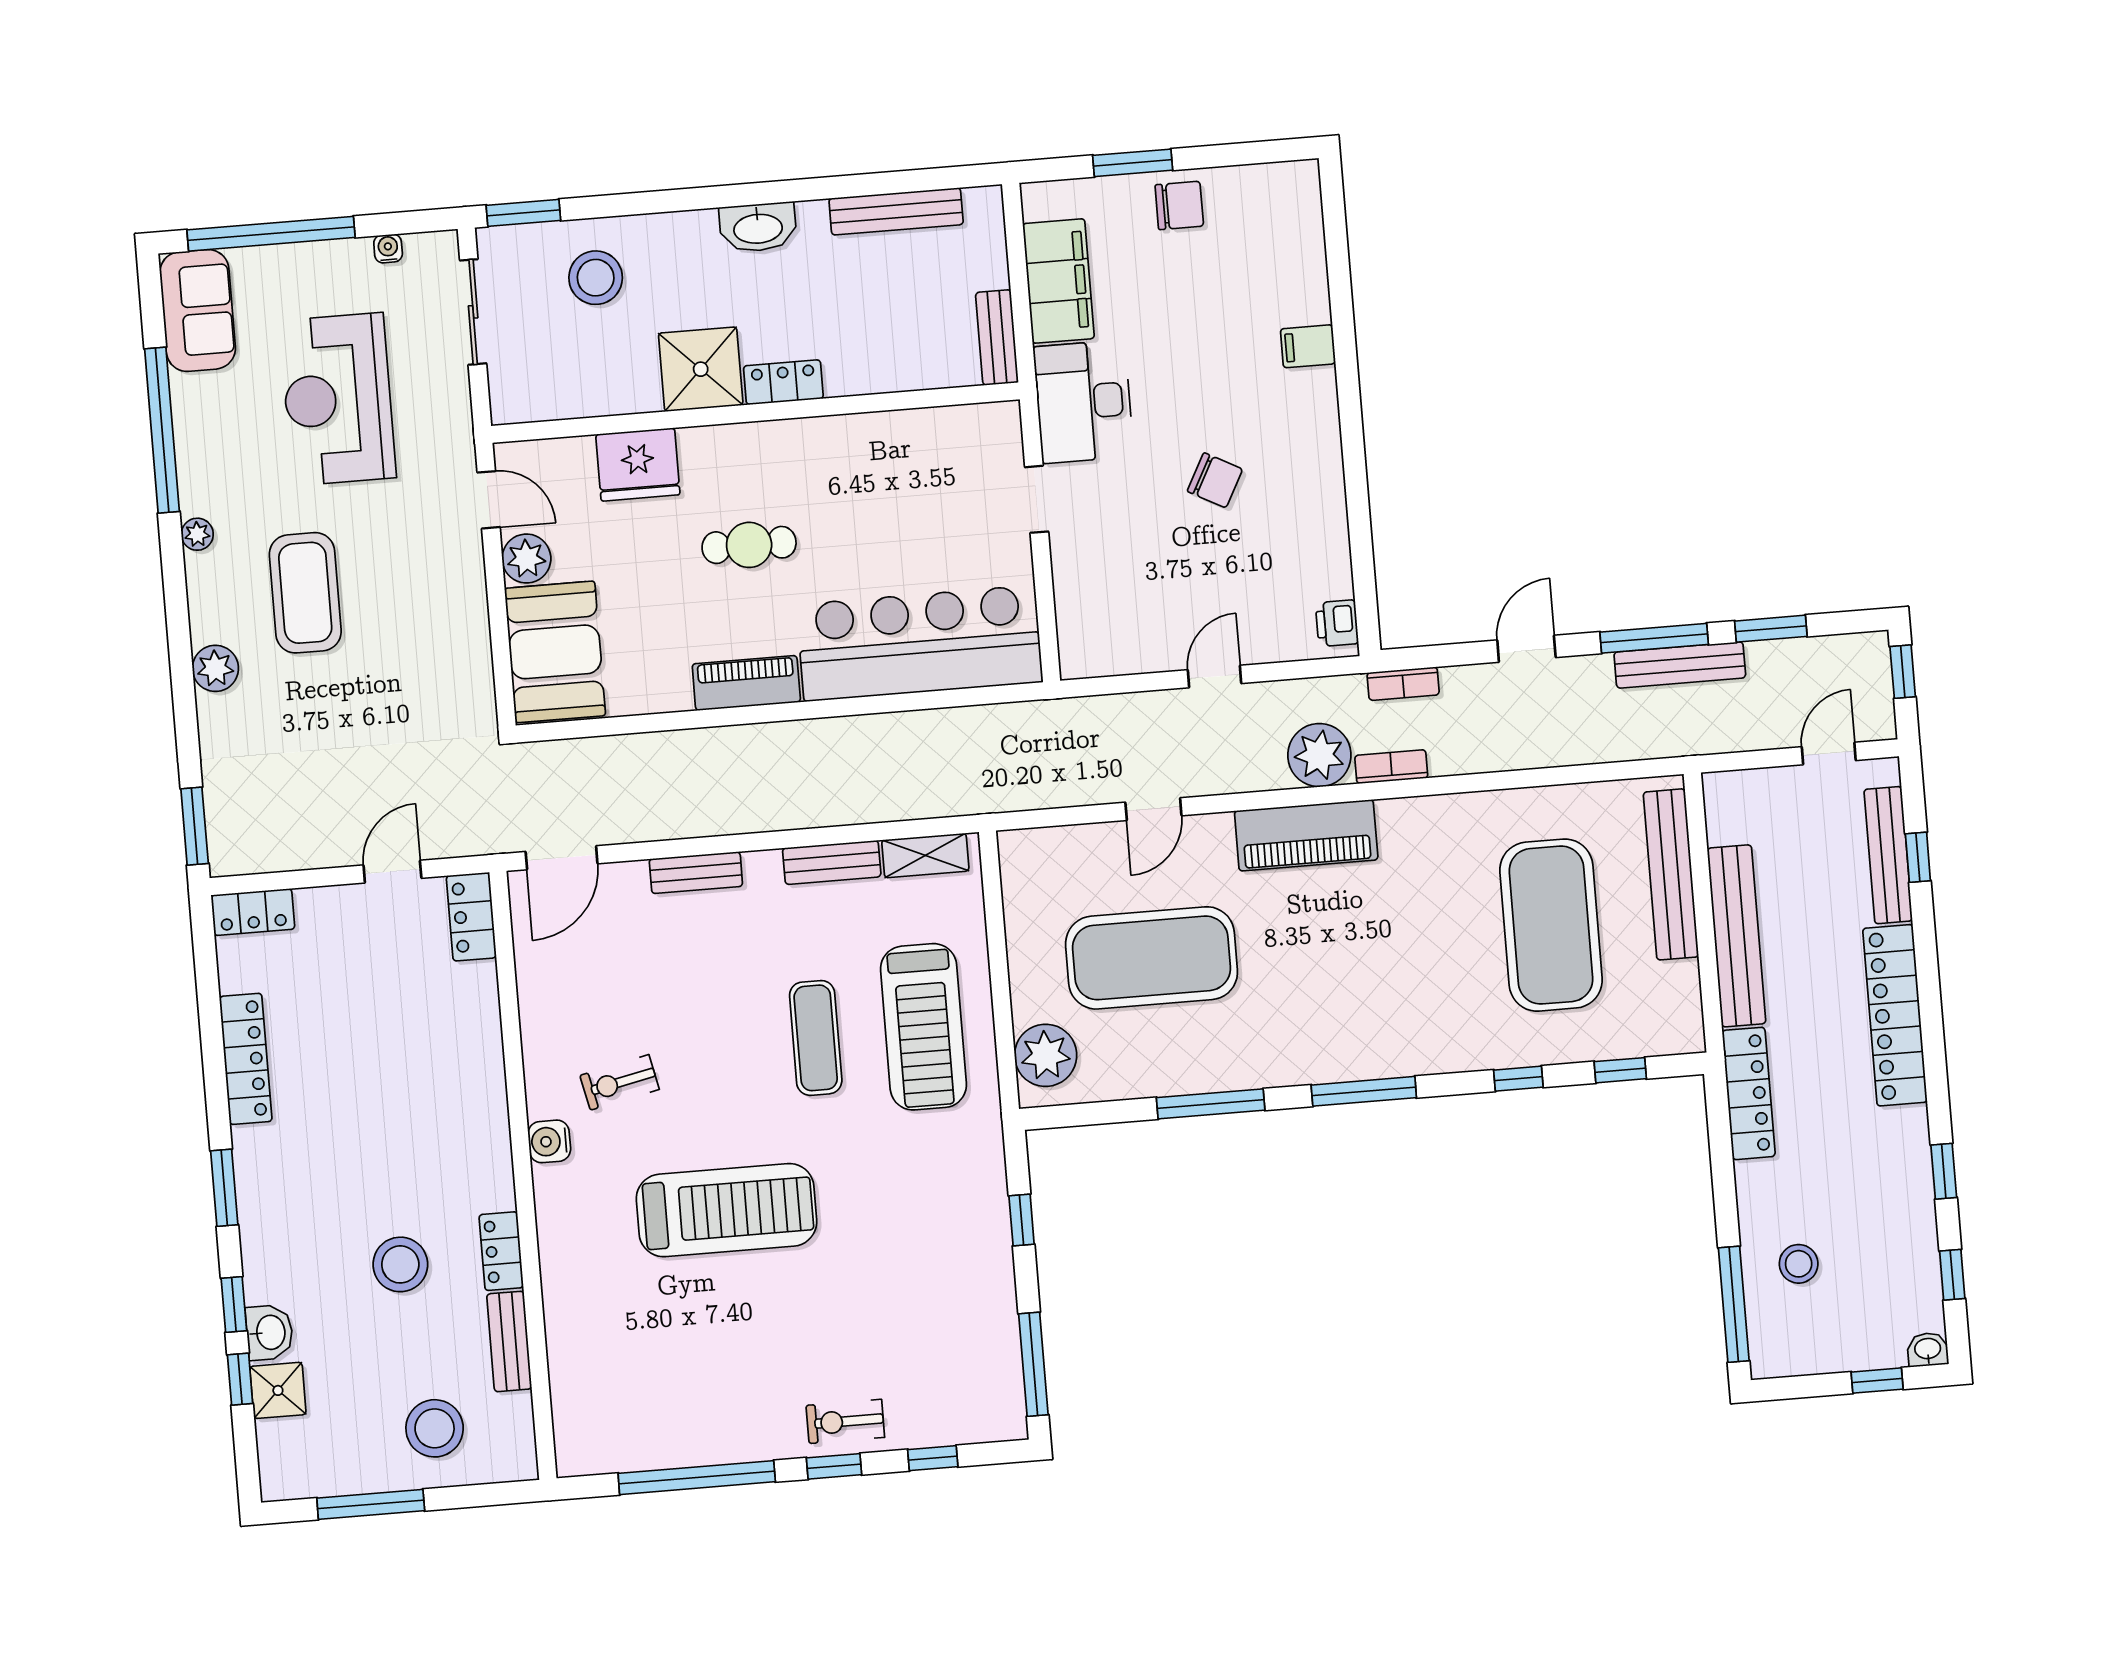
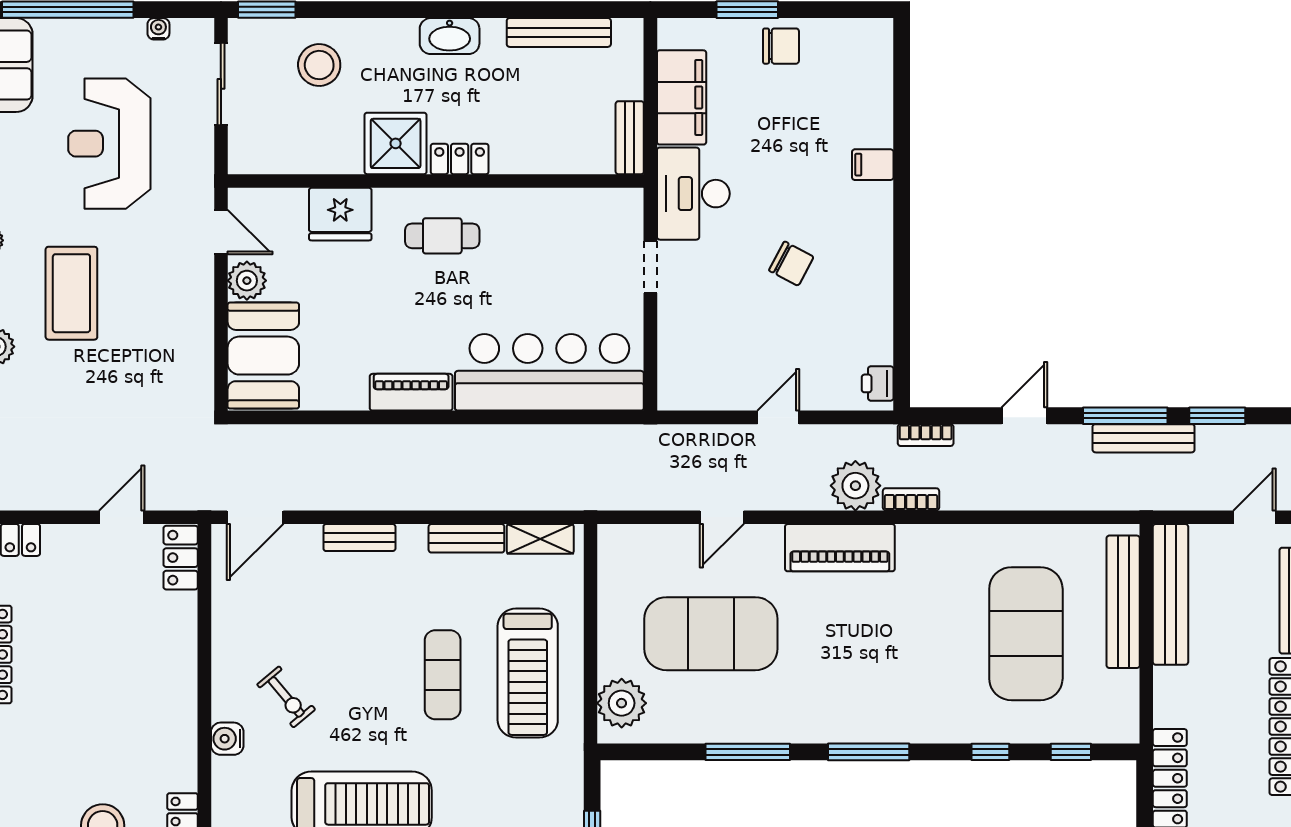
cafe table: (749, 545) -> (442, 236), moved
bench: (1736, 936) -> (1171, 594), moved
exercise bike: (620, 1082) -> (286, 697), turned -118

